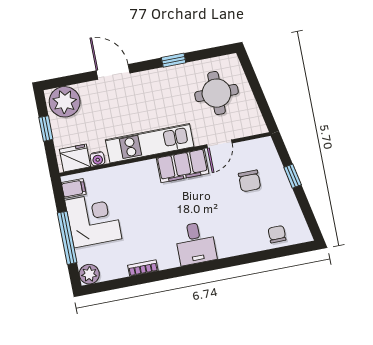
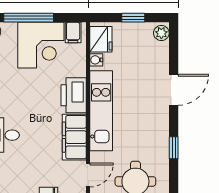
plant: (65, 102) -> (161, 33), width x0.53, depth x0.53
door: (219, 144) -> (88, 175), swing flipped
printer: (139, 175) -> (74, 95), added

